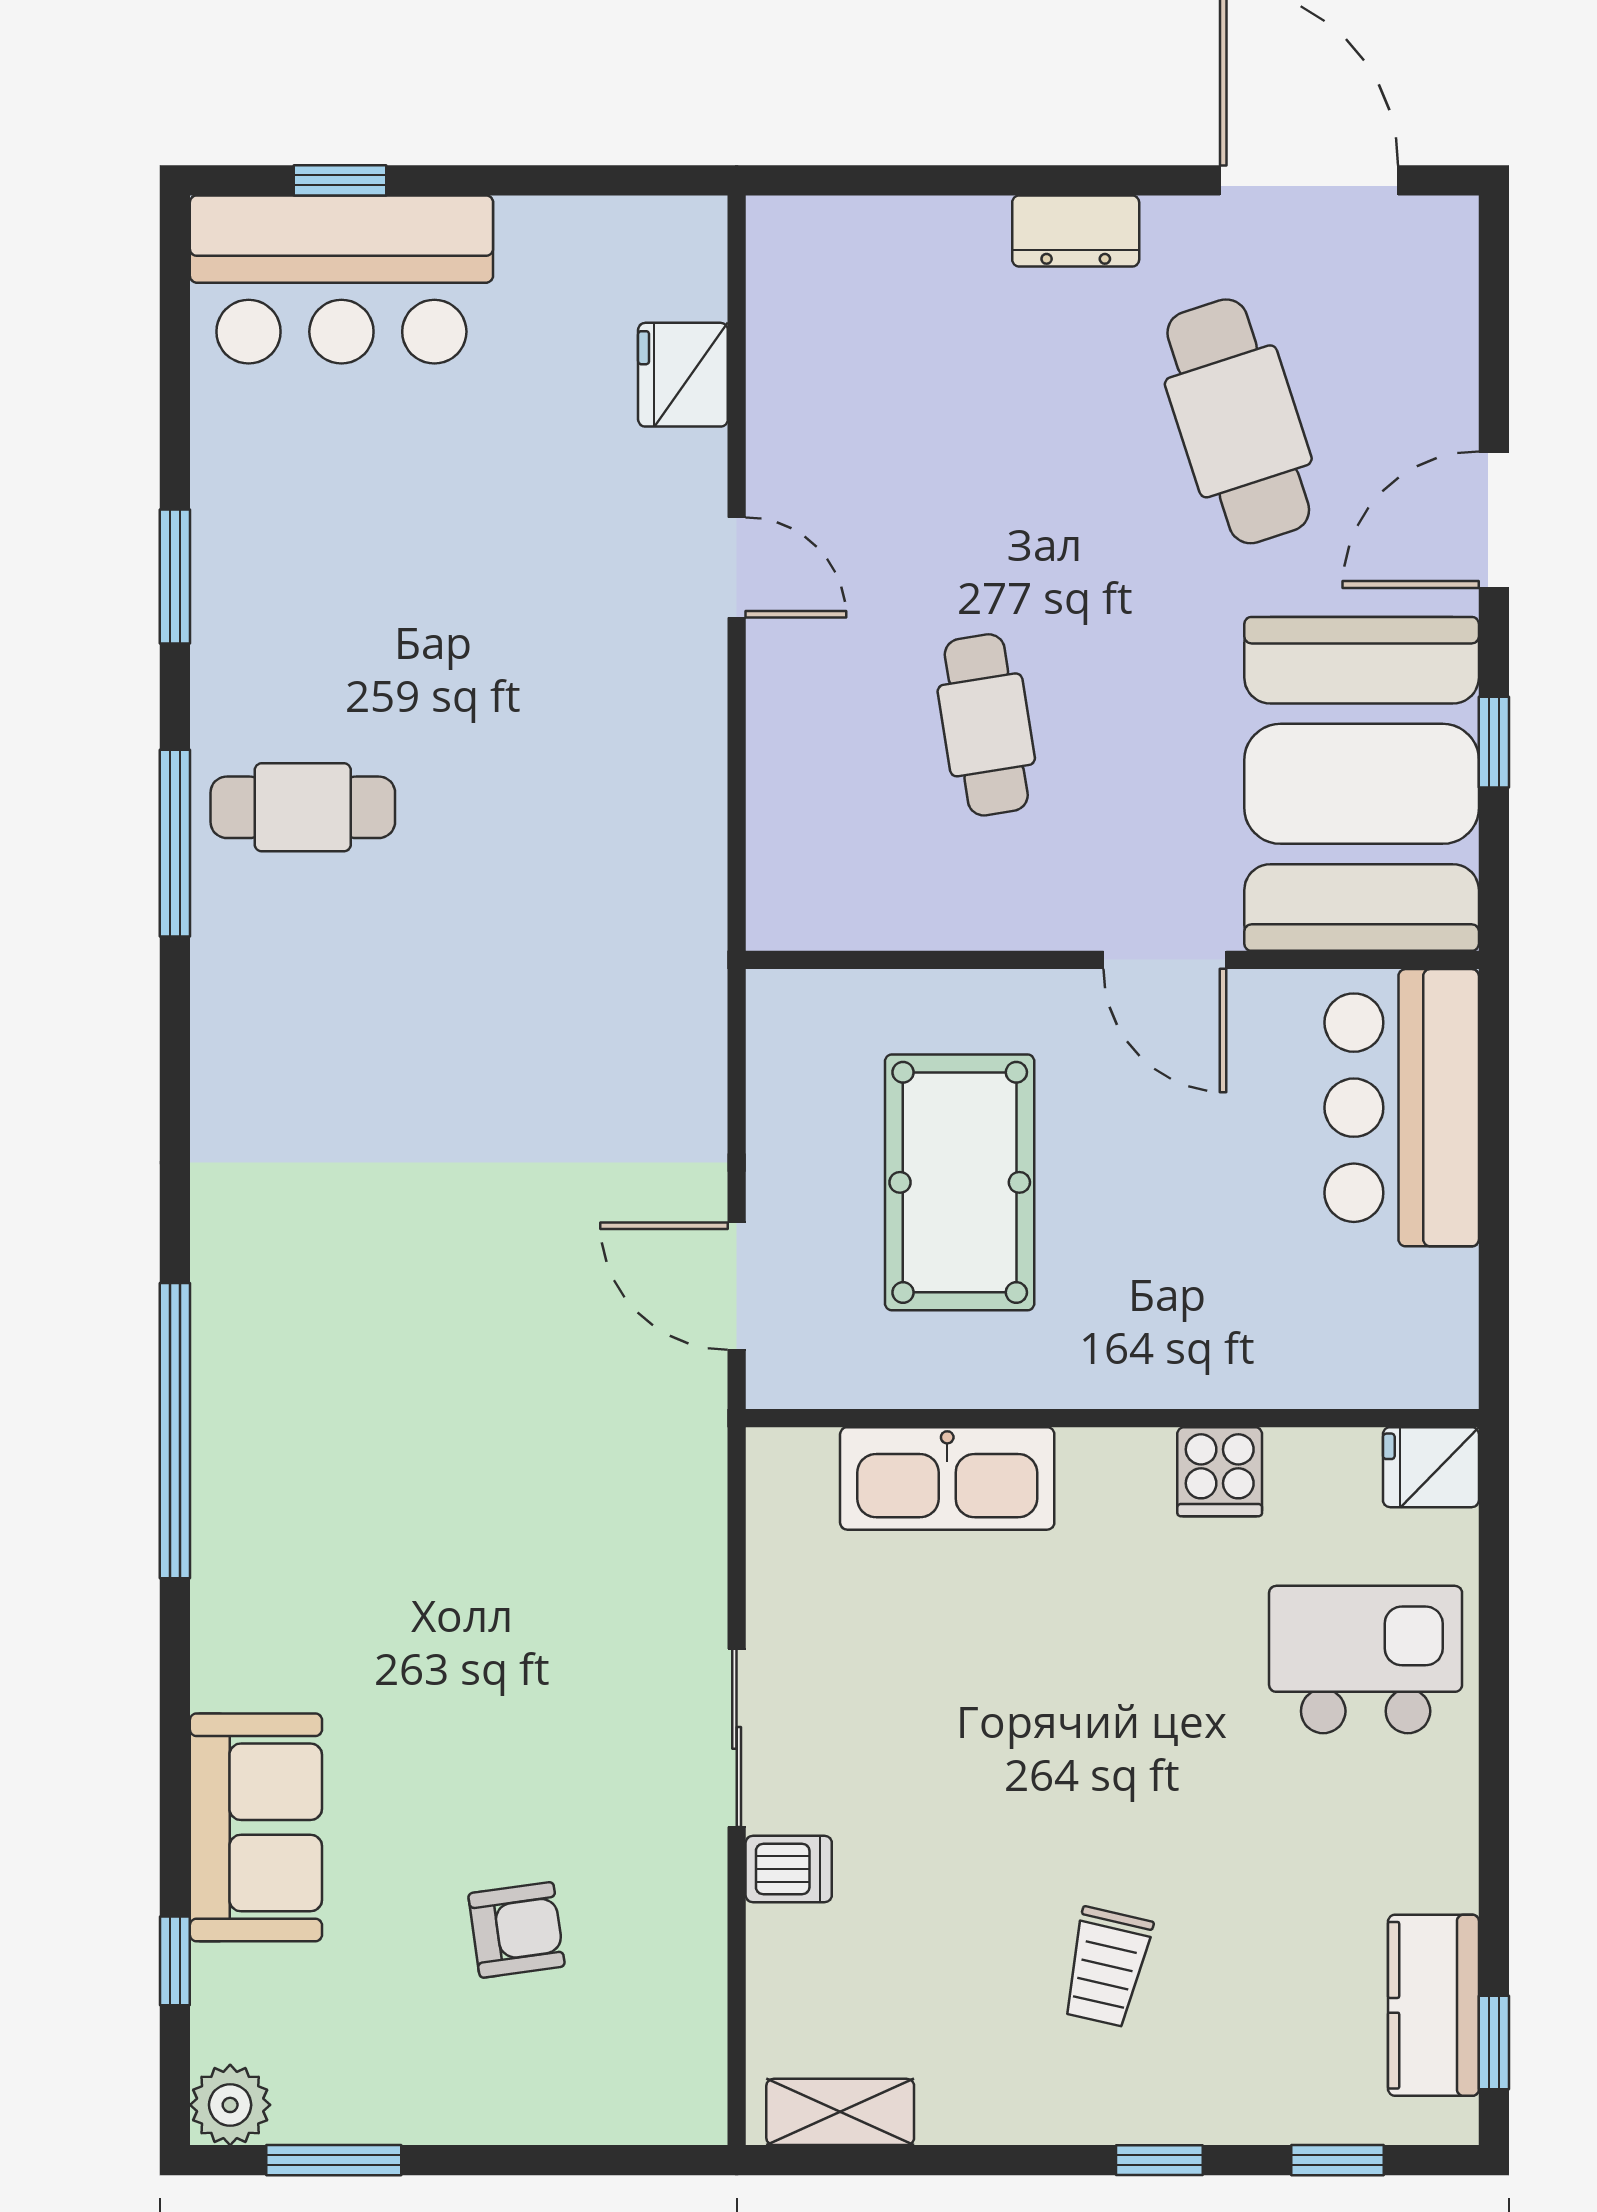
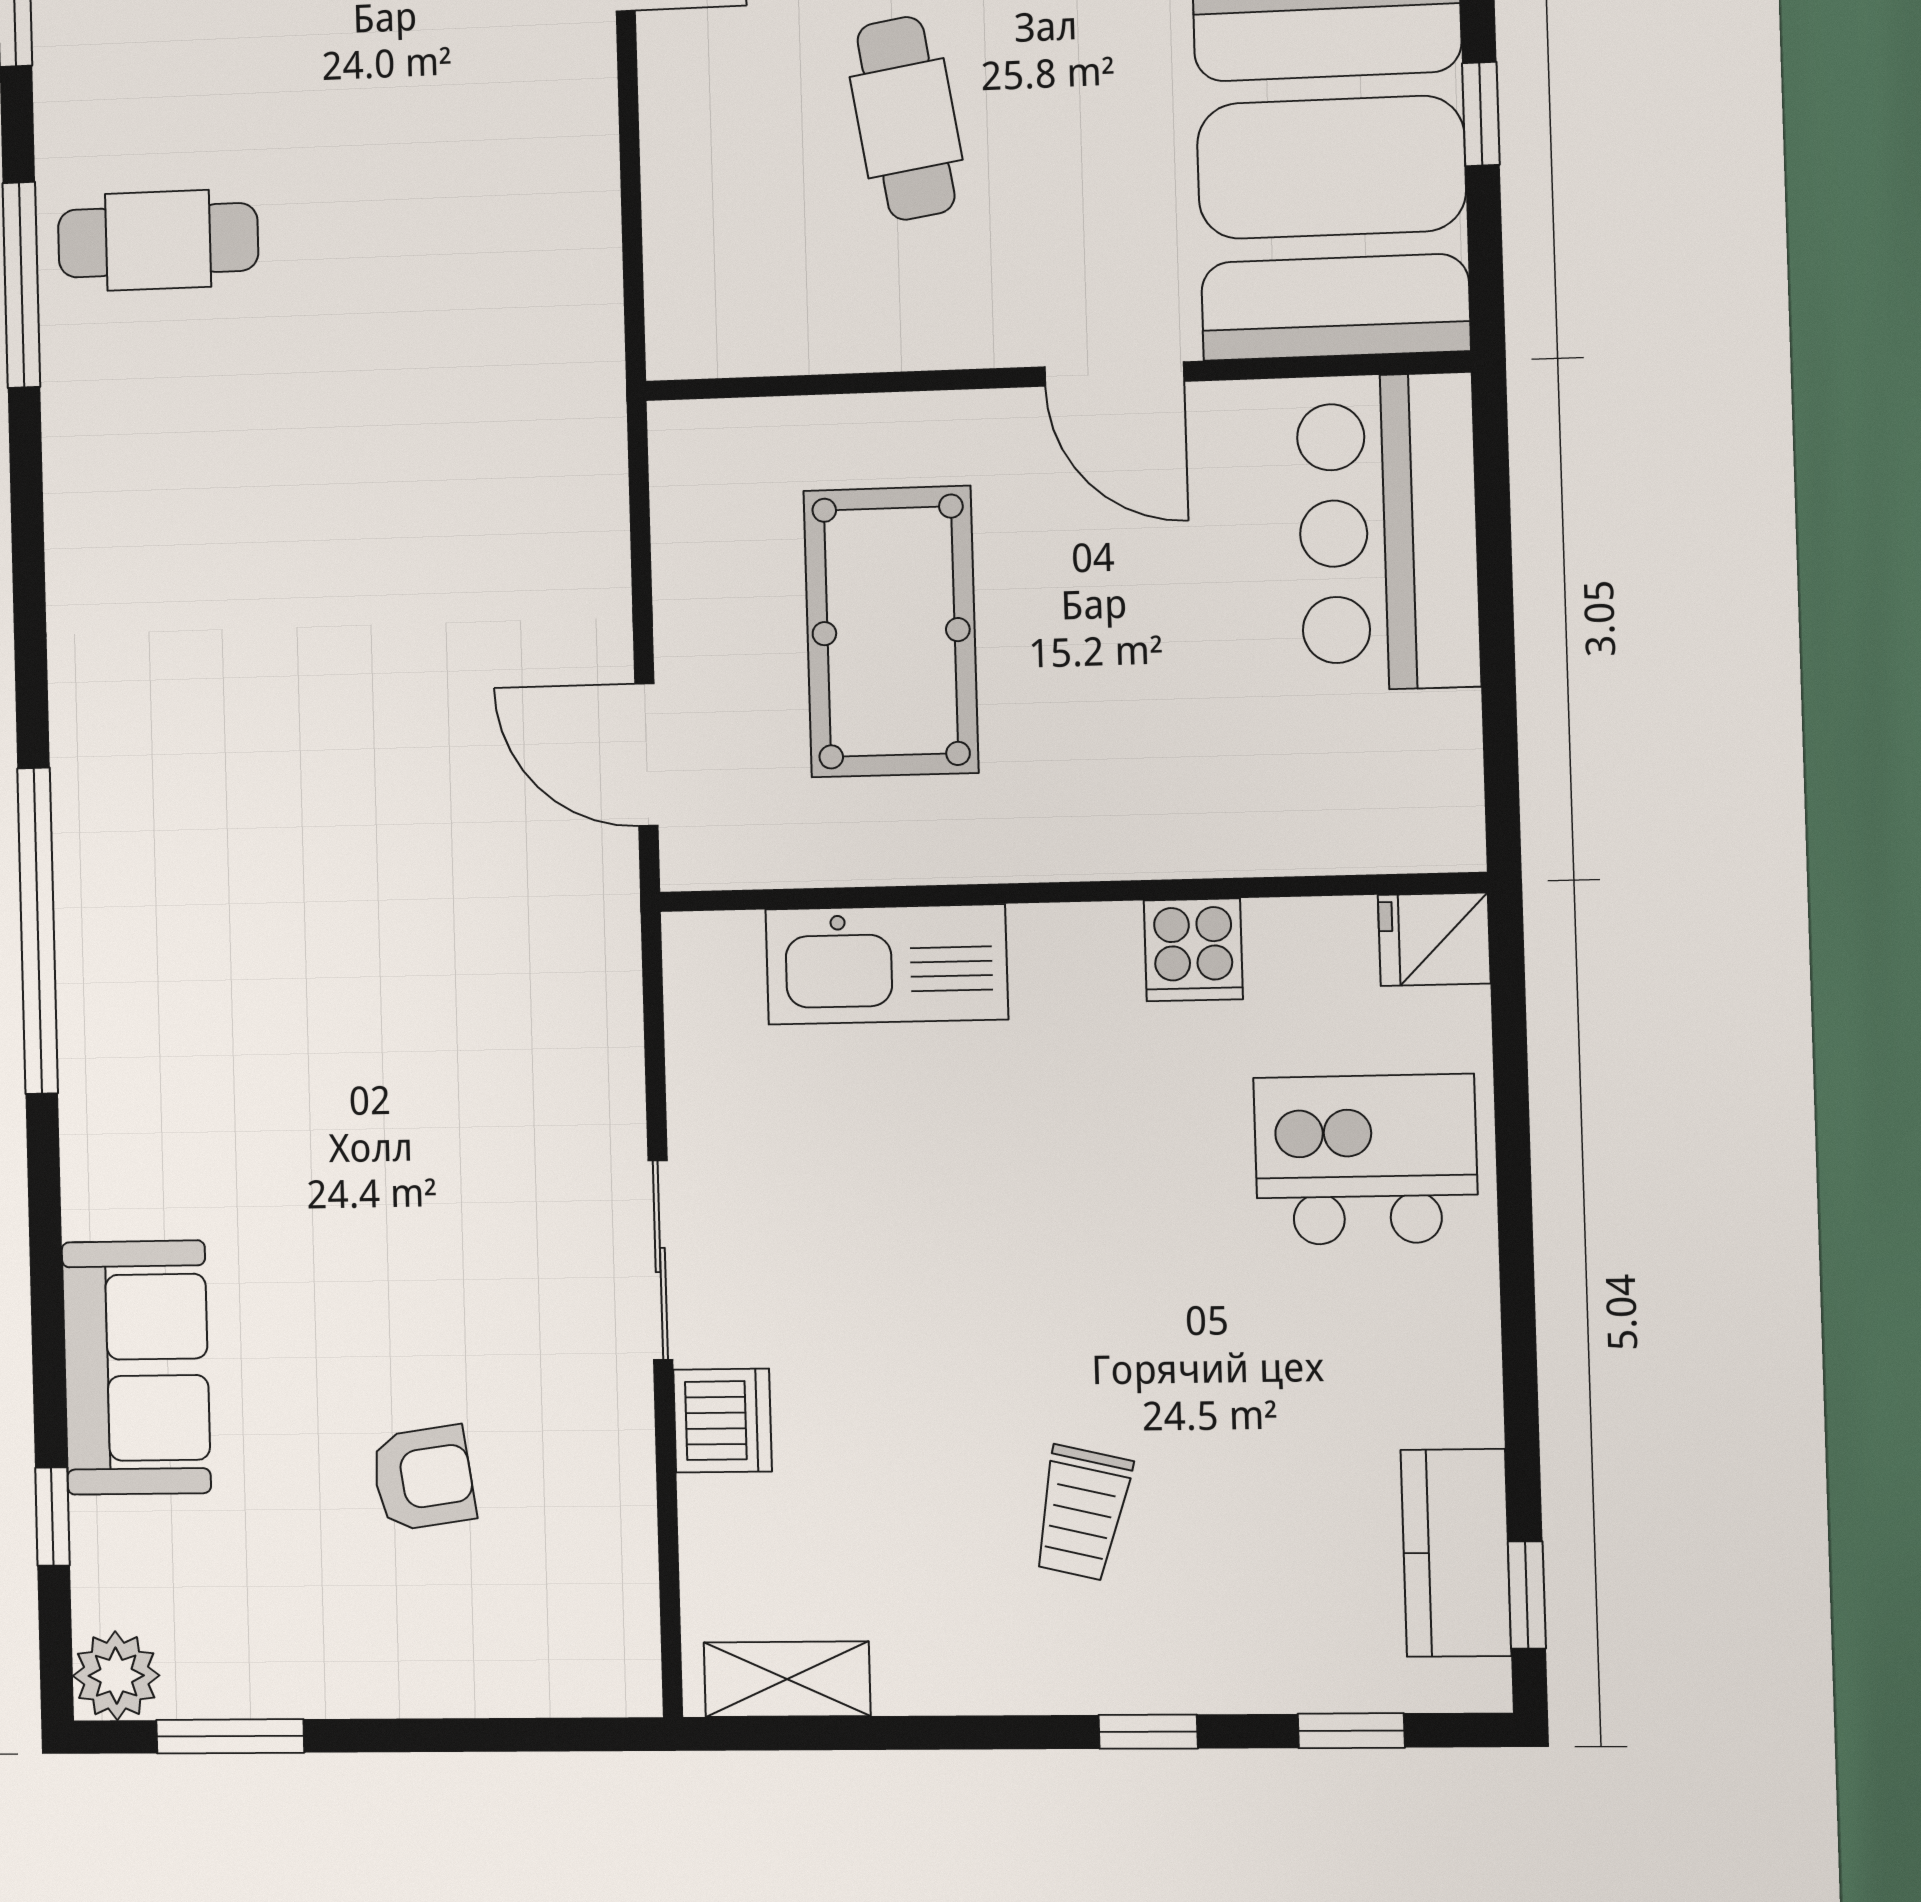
dishwasher: (789, 1869) -> (722, 1420), width x1.38

